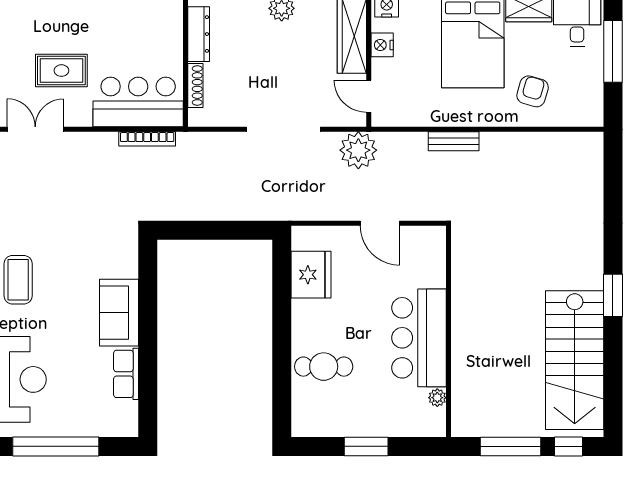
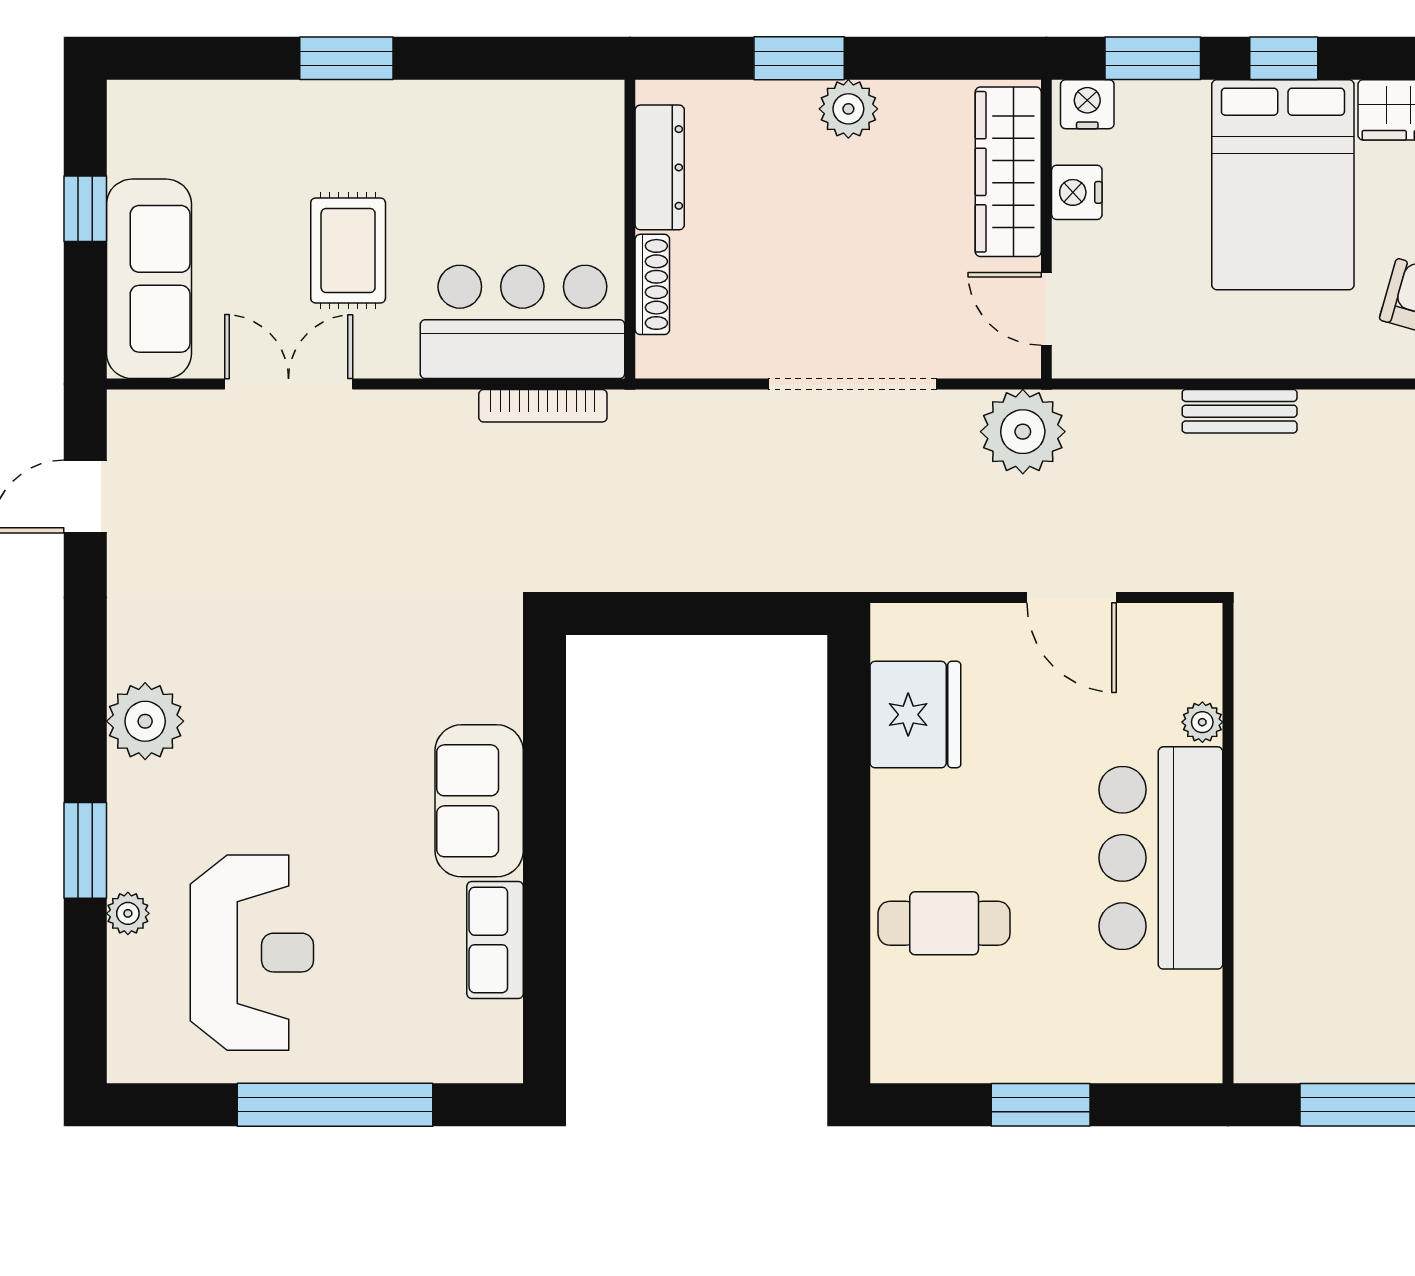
rug: (61, 71) -> (348, 250), turned 90
coffee table: (18, 280) -> (250, 726), removed
plant: (437, 398) -> (1202, 722), moved

